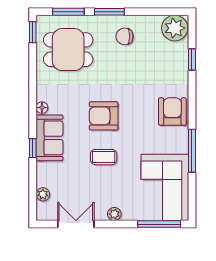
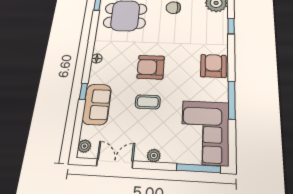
sofa: (49, 138) -> (97, 104), moved
plant: (43, 194) -> (85, 146), moved

